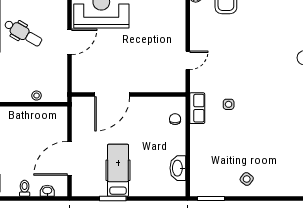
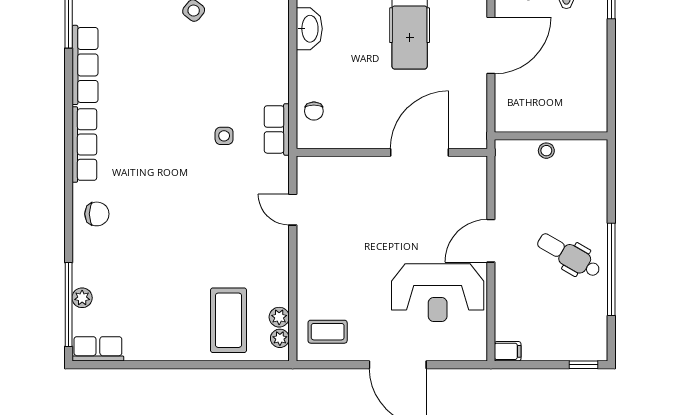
door: (188, 60) -> (293, 210), hinge flipped

